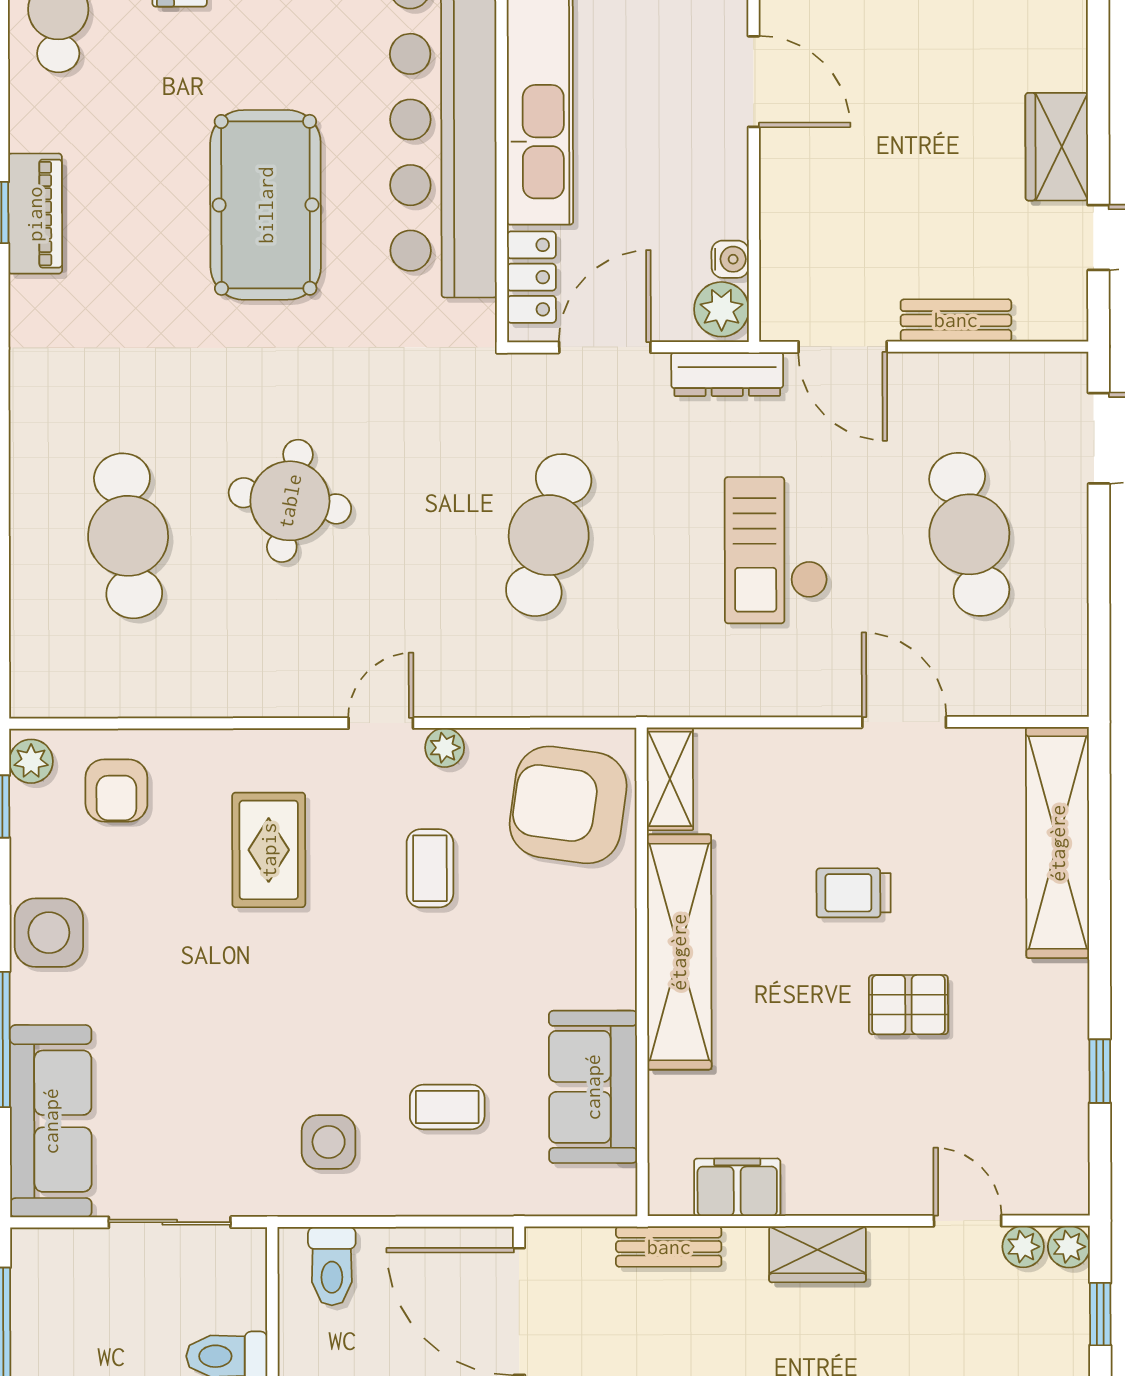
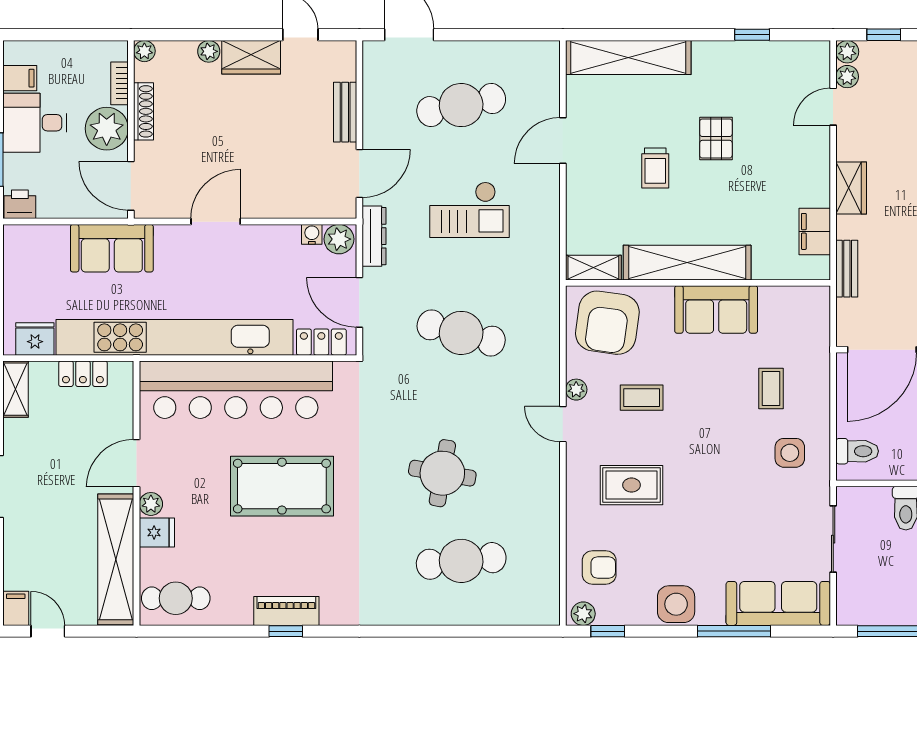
plant: (1068, 68) -> (209, 51), added
sofa: (593, 1087) -> (716, 309), moved

